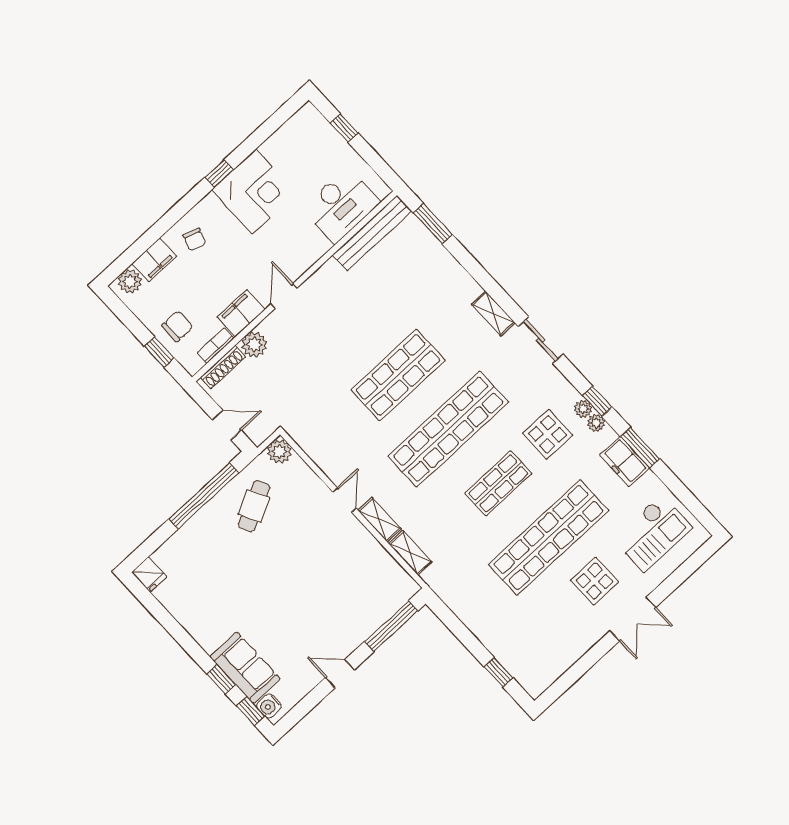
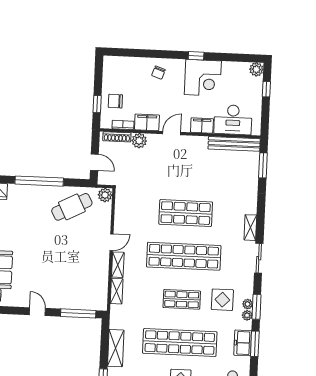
filing cabinet: (154, 260) -> (202, 125), moved, turned 180
plant: (130, 282) -> (256, 69), moved
chair: (177, 326) -> (115, 101), turned 180
window: (597, 401) -> (256, 307), width x1.50
window: (204, 496) -> (39, 181), moved
cafe table: (254, 506) -> (72, 207), width x1.37, depth x1.35
shelving: (479, 622) -> (116, 348), added

